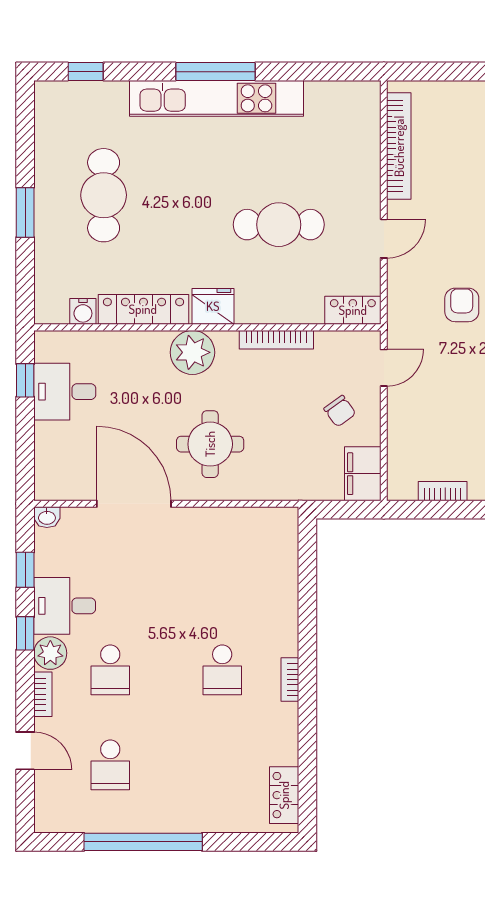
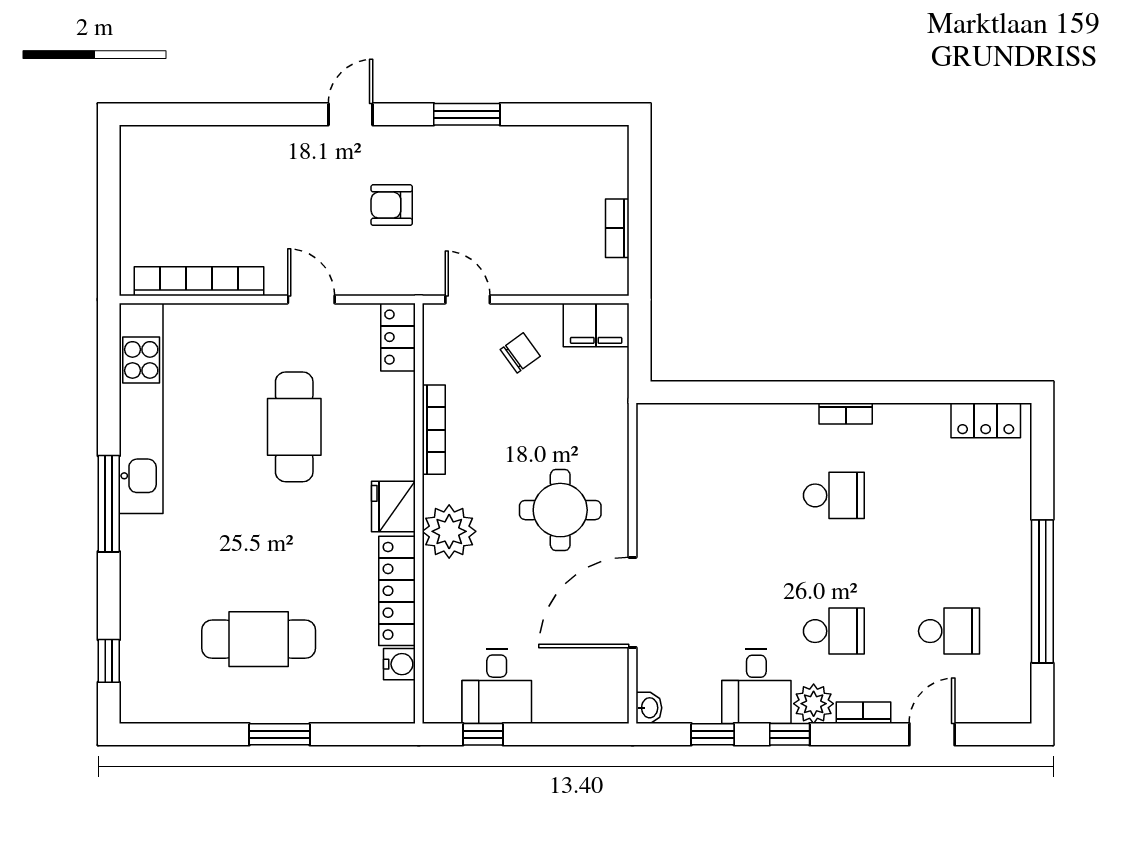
kitchen unit: (216, 98) -> (141, 408), moved

